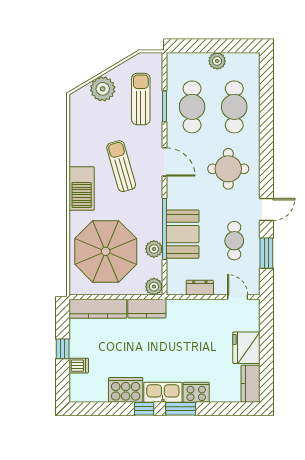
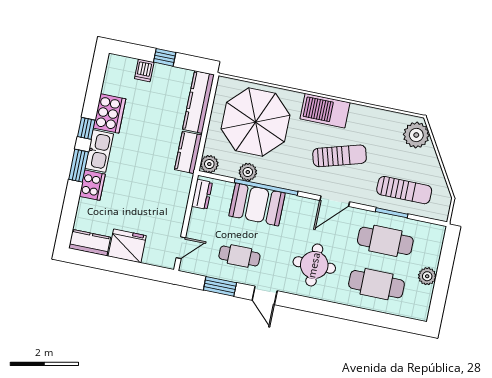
plant: (103, 89) -> (416, 135), moved
dresser: (200, 288) -> (202, 194), moved

